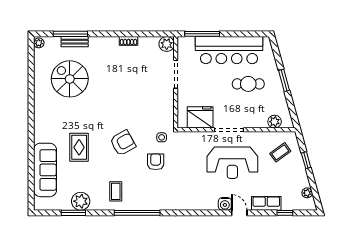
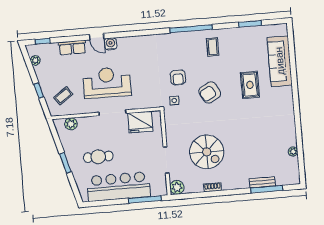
plant: (39, 43) -> (293, 152), moved
spiral stairs: (70, 79) -> (207, 152), moved
plant: (81, 201) -> (244, 35), removed
window: (285, 213) -> (43, 41), moved

